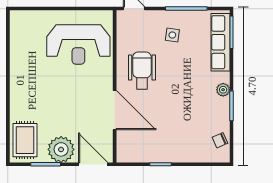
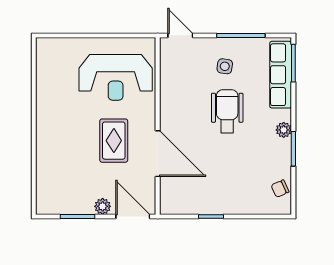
wheelchair: (142, 70) -> (227, 111), moved
rug: (25, 140) -> (114, 141), moved
plant: (61, 149) -> (103, 206), width x0.53, depth x0.53

